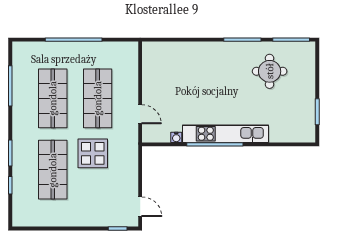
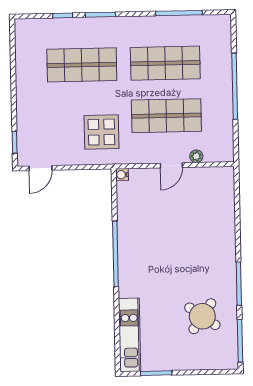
round table: (270, 71) -> (202, 316), turned 35
plant: (133, 74) -> (196, 156), added
door: (140, 114) -> (171, 165), moved
kitchen unit: (226, 134) -> (130, 335), moved, width x0.73
water cooler: (176, 137) -> (122, 175), moved
display table: (93, 153) -> (101, 132), moved

